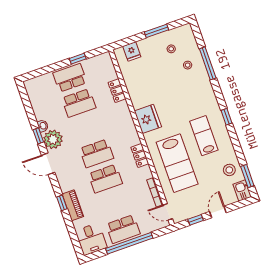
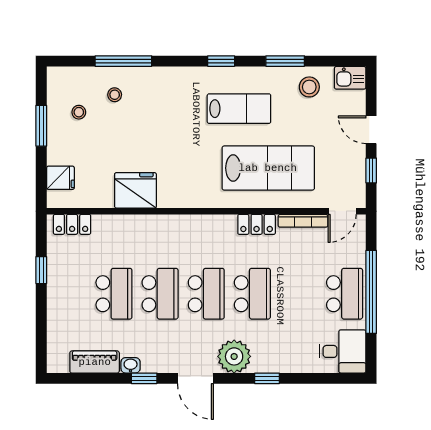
school desk: (70, 78) -> (160, 294), moved, turned 180
locker: (117, 91) -> (72, 224), moved
fridge: (148, 119) -> (135, 190), moved
lab bench: (204, 136) -> (239, 109), turned 180
plant: (53, 139) -> (234, 356), moved
locker: (140, 156) -> (257, 224), moved
door: (48, 164) -> (195, 378), hinge flipped
window: (247, 176) -> (285, 61), moved
piano: (73, 205) -> (95, 362), moved

